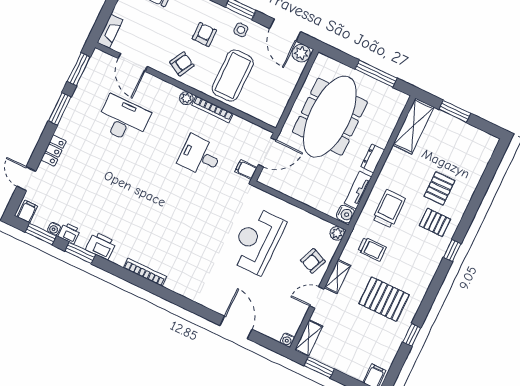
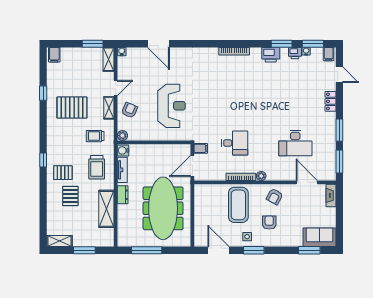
armchair: (204, 35) -> (269, 222), turned 180
plant: (301, 53) -> (201, 240), removed
shelving: (413, 126) -> (106, 209), moved
shelving: (481, 138) -> (60, 241), added

